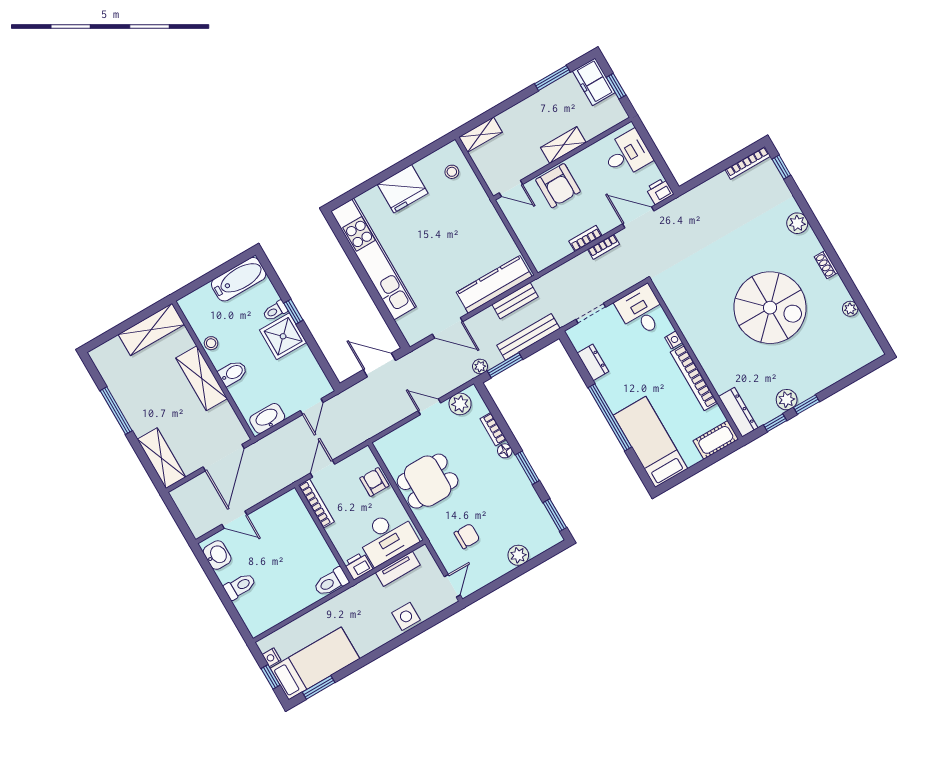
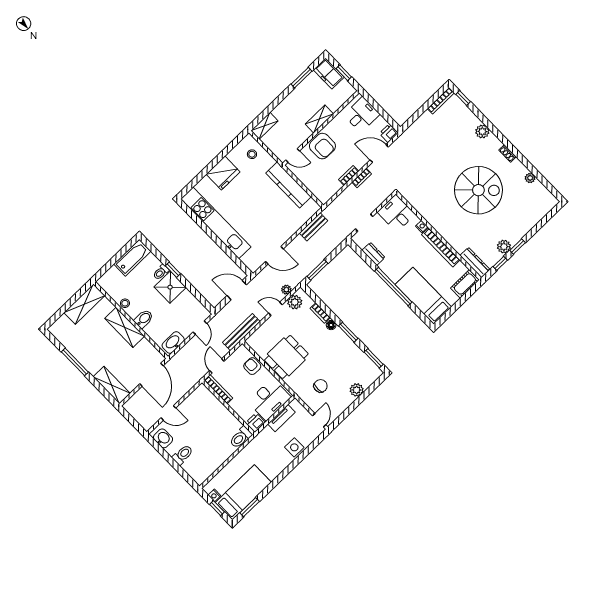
kitchen counter: (494, 284) -> (288, 185), moved, turned -90
bench: (528, 337) -> (241, 332), moved
plant: (480, 366) -> (286, 290), moved

